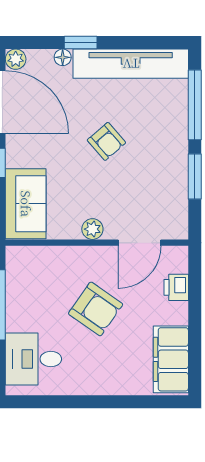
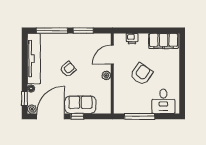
window: (81, 43) -> (25, 99), moved
sofa: (26, 204) -> (80, 105), moved
door: (140, 243) -> (112, 55), swing flipped

